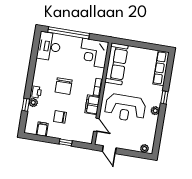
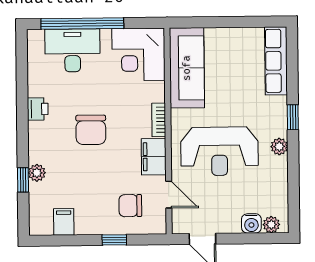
desk: (49, 46) -> (73, 50), moved, turned 90
printer: (36, 92) -> (38, 109), moved
chair: (60, 117) -> (130, 206), moved
water cooler: (135, 146) -> (251, 223), added

